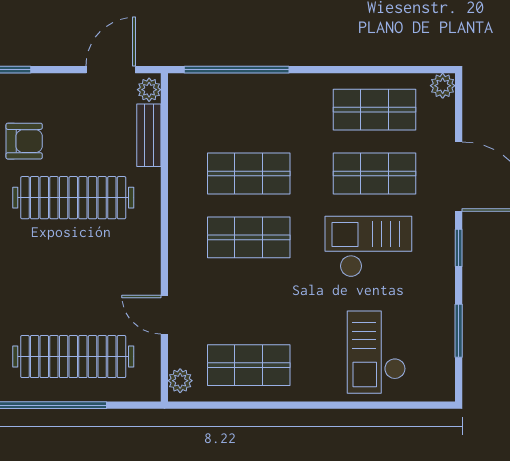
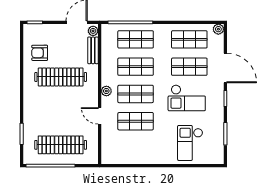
shop shelf: (249, 110) -> (136, 39), added
armchair: (24, 141) -> (40, 53), turned 180
checkout: (368, 247) -> (187, 98), turned 180
door: (164, 315) -> (100, 116), moved
shop shelf: (249, 365) -> (136, 121), moved
plant: (180, 381) -> (106, 91), moved

